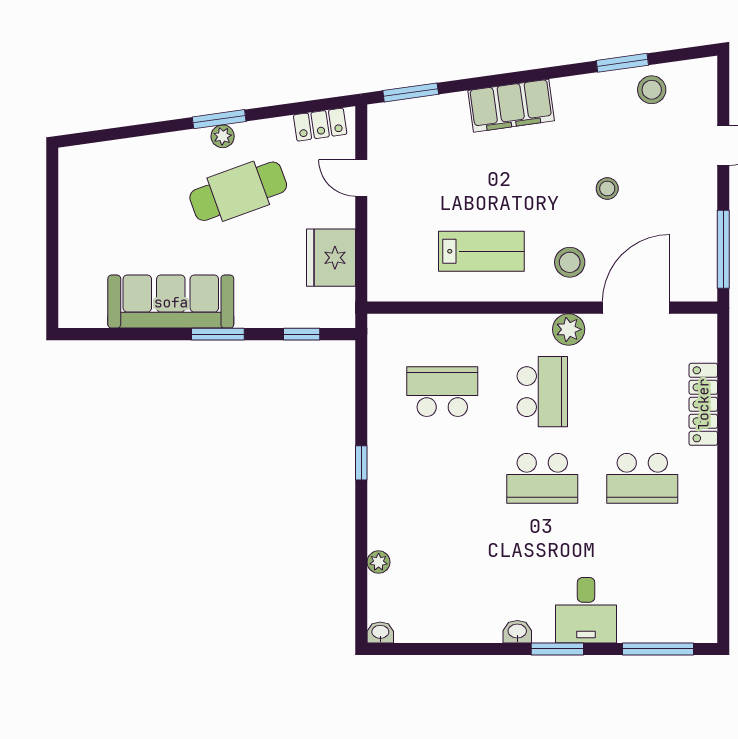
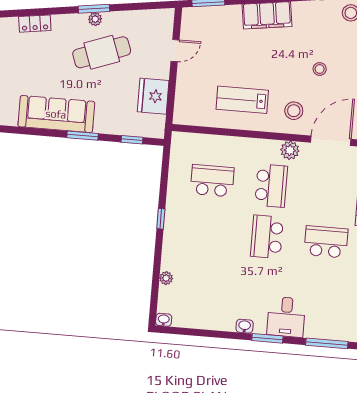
locker: (320, 125) -> (35, 24), moved
door: (361, 178) -> (175, 51), swing flipped
lab bench: (481, 251) -> (242, 100), turned 180
school desk: (542, 478) -> (267, 237), turned 90
school desk: (642, 478) -> (326, 242), turned 180

